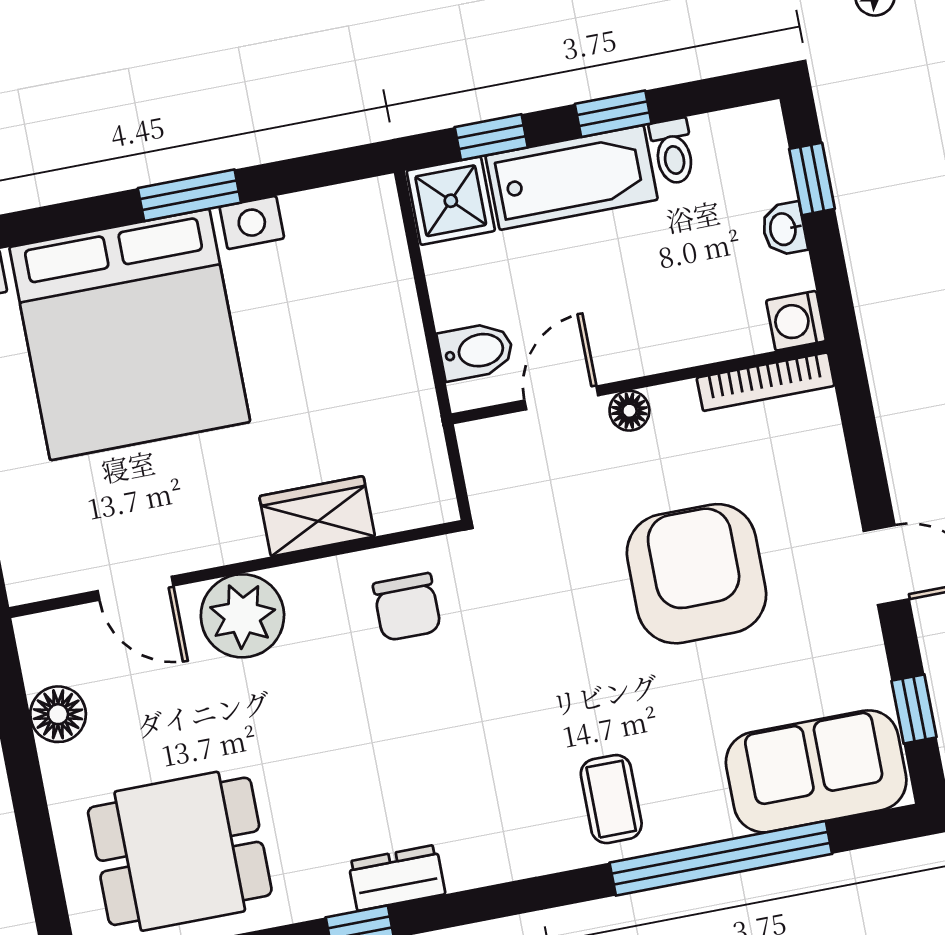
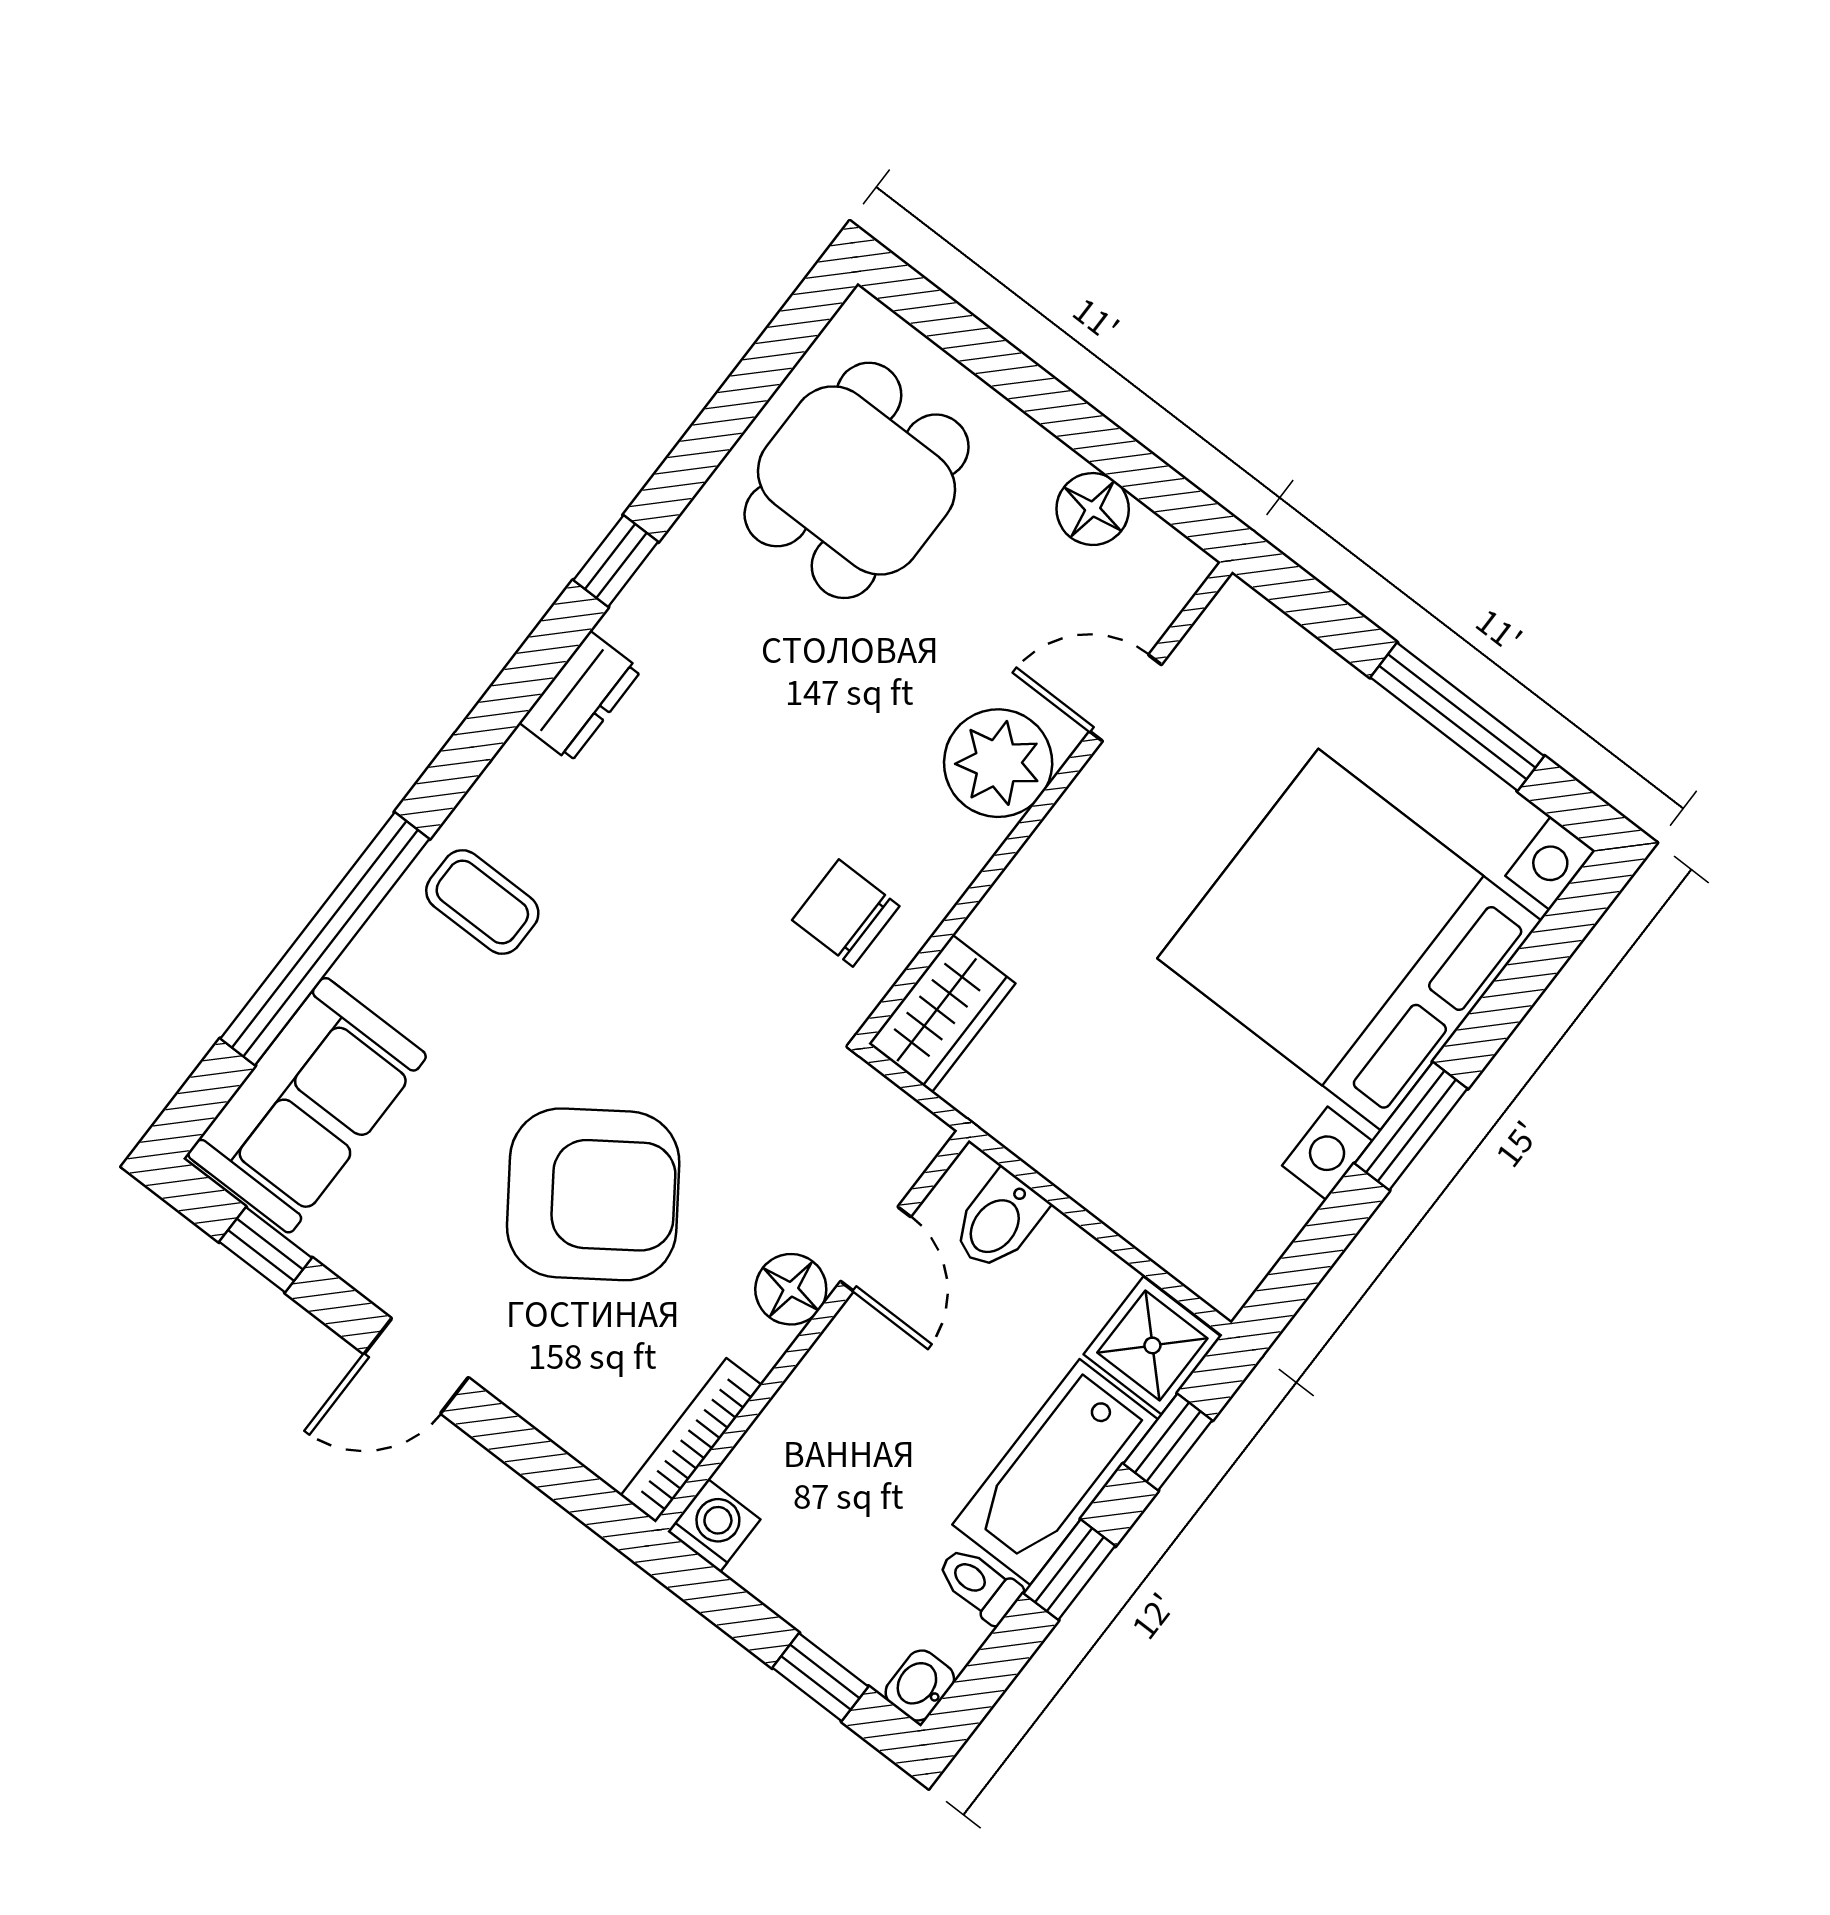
washbasin: (784, 229) -> (920, 1686), moved, turned -90
floor lamp: (629, 411) -> (791, 1289), width x1.37, depth x1.37
wardrobe: (317, 516) -> (942, 1014), moved
armchair: (696, 574) -> (593, 1194), turned -35
dresser: (397, 878) -> (580, 696), moved

